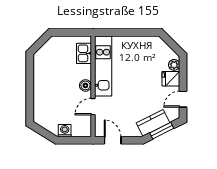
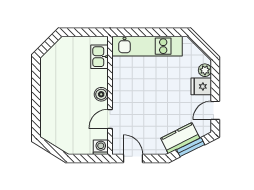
kitchen unit: (103, 66) -> (147, 46), moved, turned 90
washing machine: (65, 131) -> (101, 147), moved

